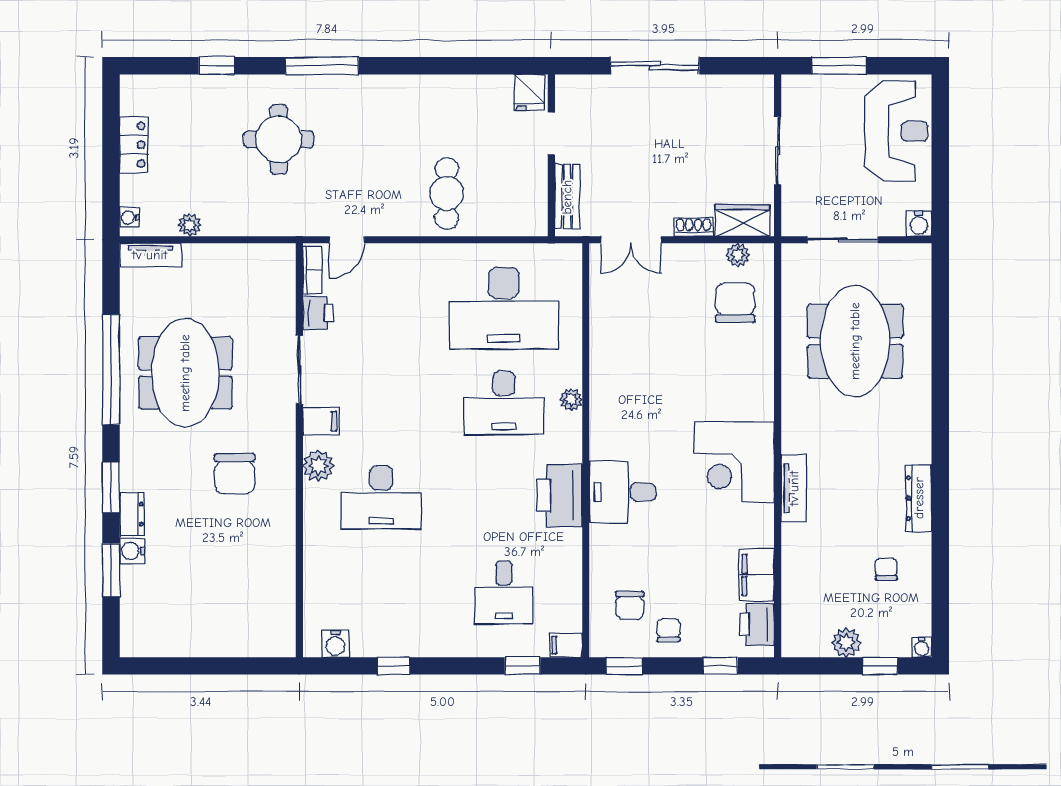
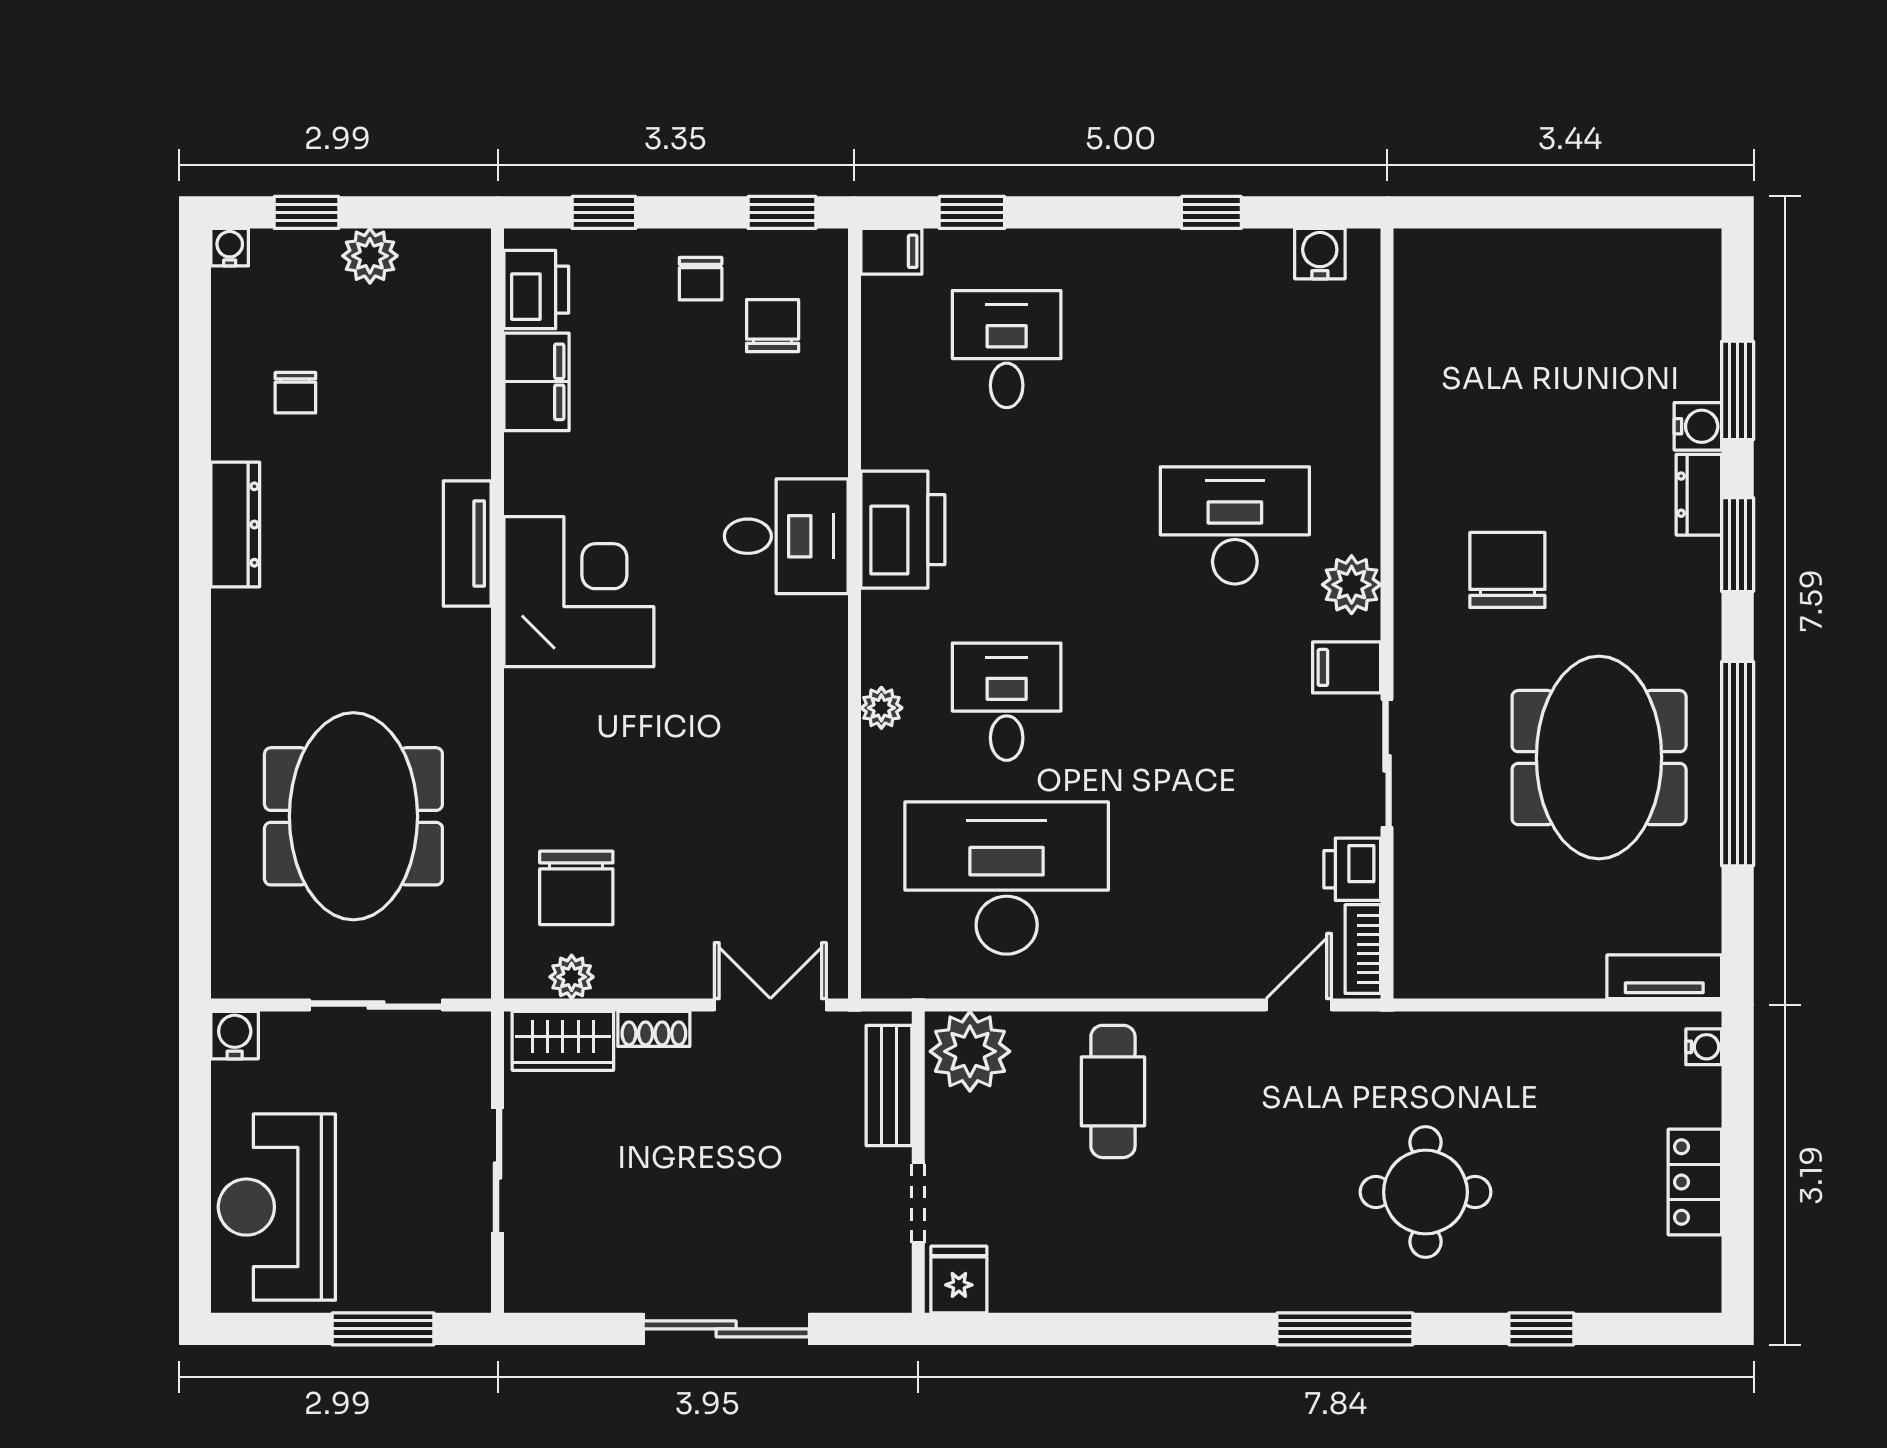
plant: (189, 225) -> (970, 1051), moved, width x1.88, depth x1.88
desk: (504, 403) -> (1007, 702), width x0.73

